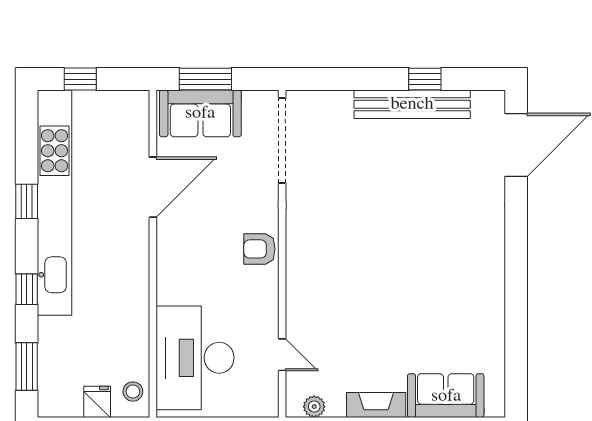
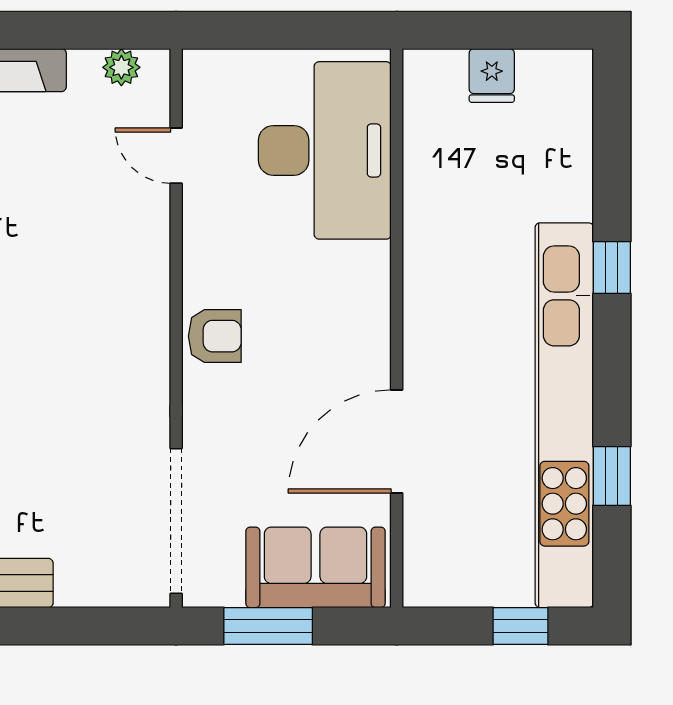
window: (205, 79) -> (268, 626), moved
window: (27, 201) -> (612, 476), moved
window: (27, 367) -> (612, 135), removed
stool: (133, 392) -> (431, 93), removed

